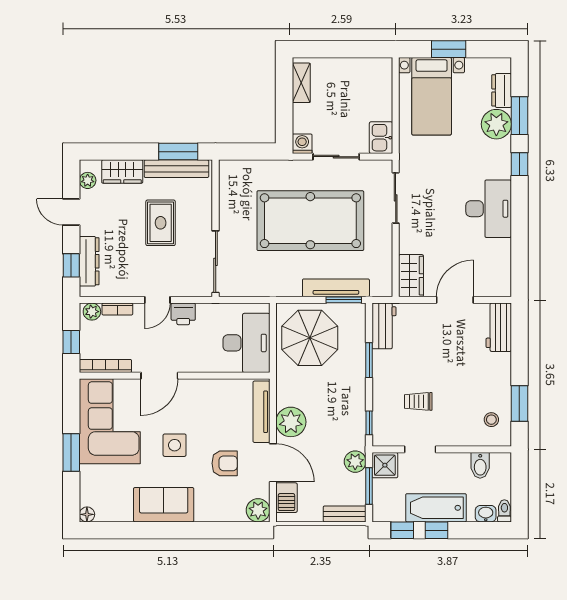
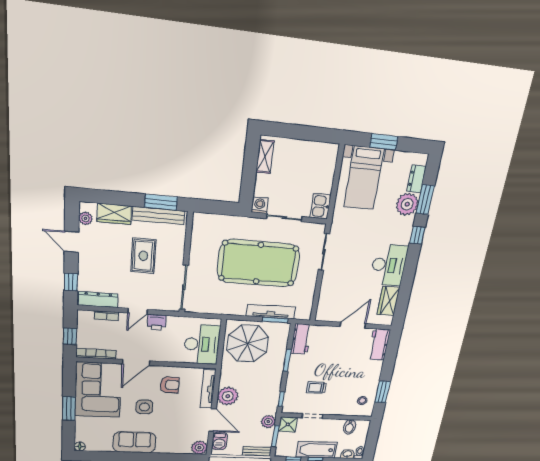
dresser: (89, 261) -> (98, 300), moved, turned -90
wardrobe: (411, 276) -> (388, 301), moved, turned 180
plant: (92, 312) -> (87, 316), removed
armchair: (225, 463) -> (170, 385), moved

